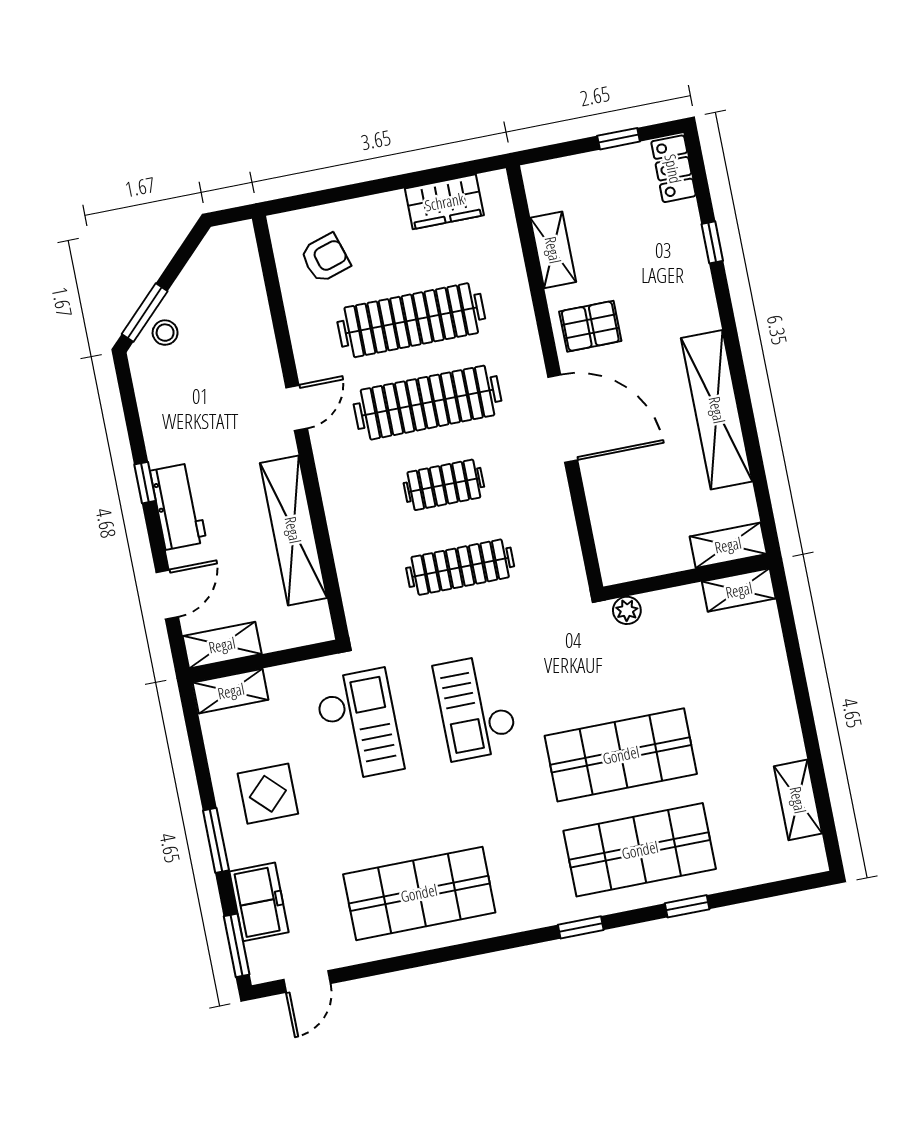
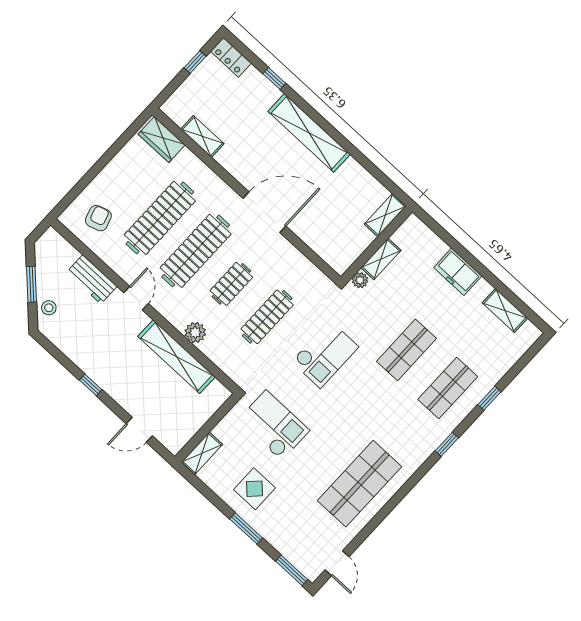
wardrobe: (444, 202) -> (162, 139), moved, turned 90
window: (145, 313) -> (32, 284), moved
pallet: (590, 326) -> (246, 160), removed
shelving: (717, 410) -> (309, 133), moved
workbench: (178, 506) -> (92, 279), moved, turned 180
plant: (344, 516) -> (195, 332), added
shelving: (739, 590) -> (381, 259), moved
door: (167, 595) -> (139, 430), swing flipped
shelving: (222, 645) -> (182, 435), removed
checkout: (476, 707) -> (325, 354), moved, turned -90
shop shelf: (621, 755) -> (407, 350), width x0.70, depth x0.74
shop shelf: (640, 850) -> (448, 388), width x0.70, depth x0.74
freezer: (259, 902) -> (458, 272), moved, turned 180

